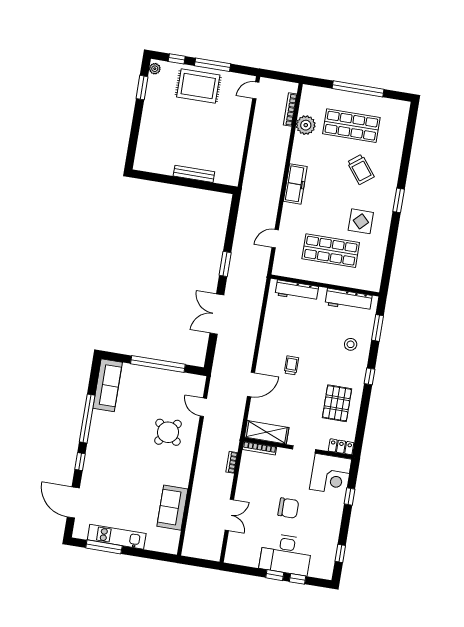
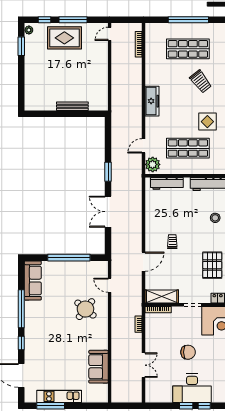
plant: (306, 125) -> (153, 164), moved

